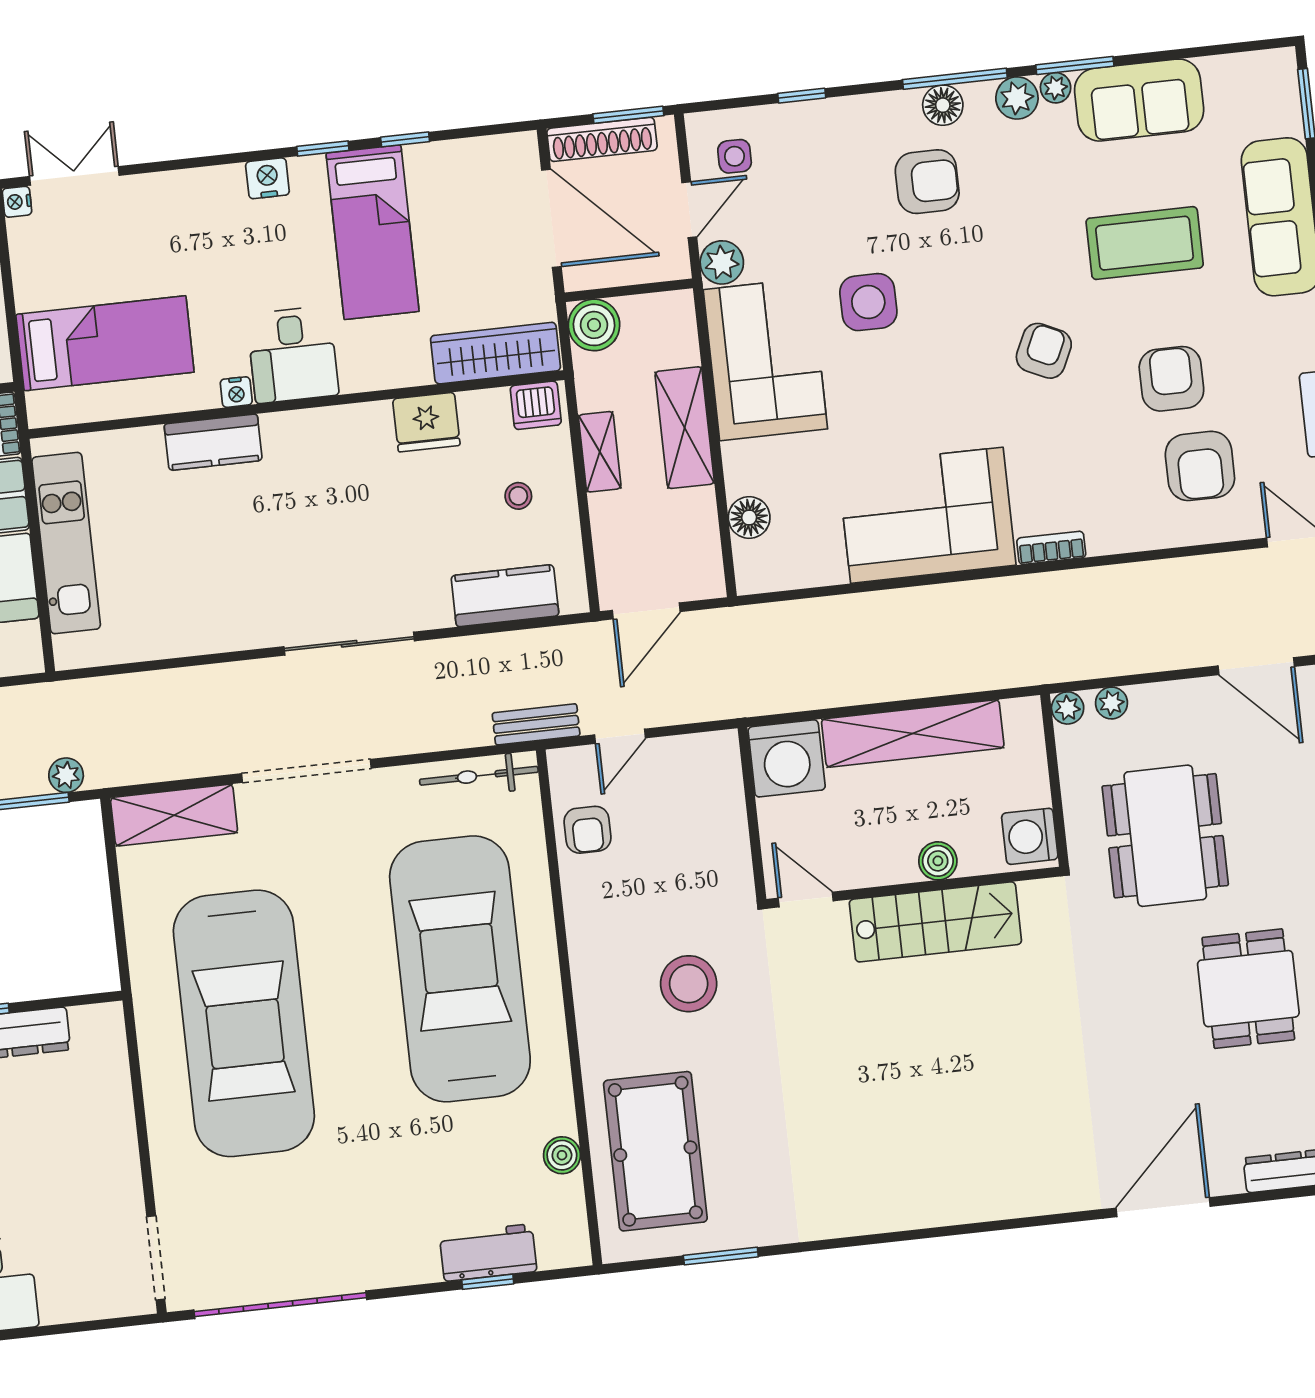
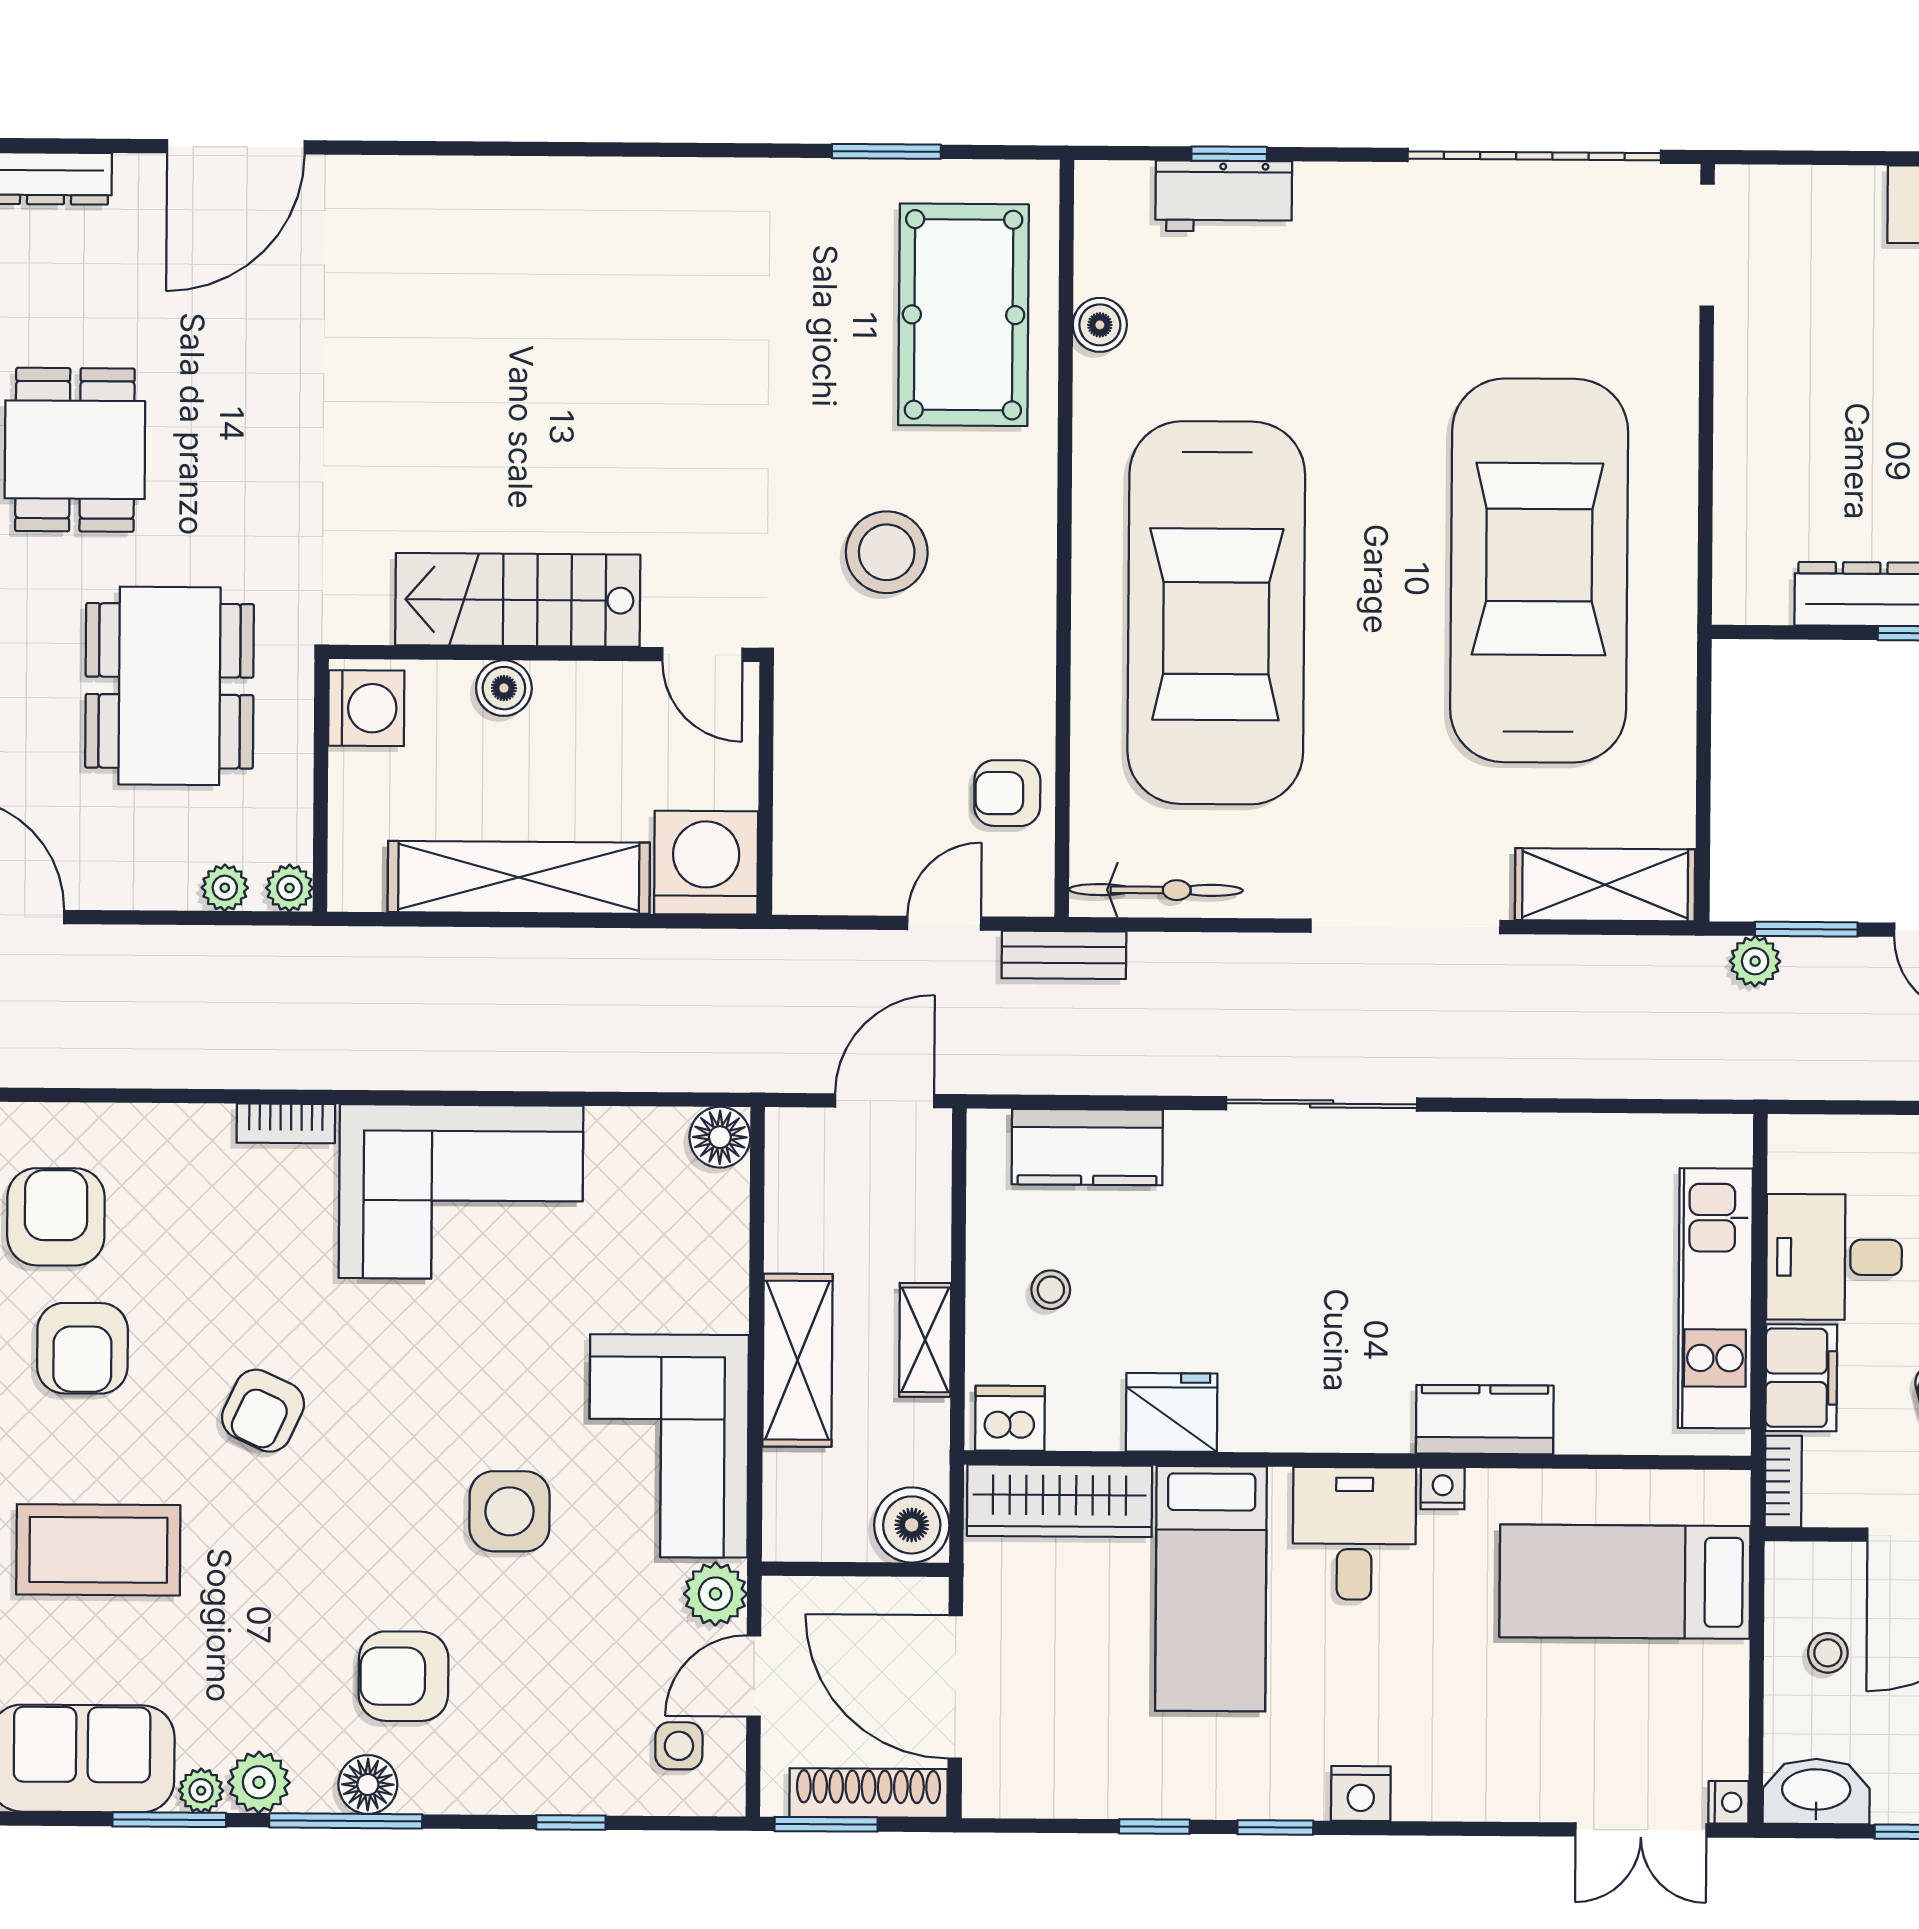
bed: (373, 232) -> (1211, 1589), moved, turned 180
floor lamp: (749, 517) -> (720, 1137), moved
armchair: (587, 830) -> (1007, 793), turned -90

